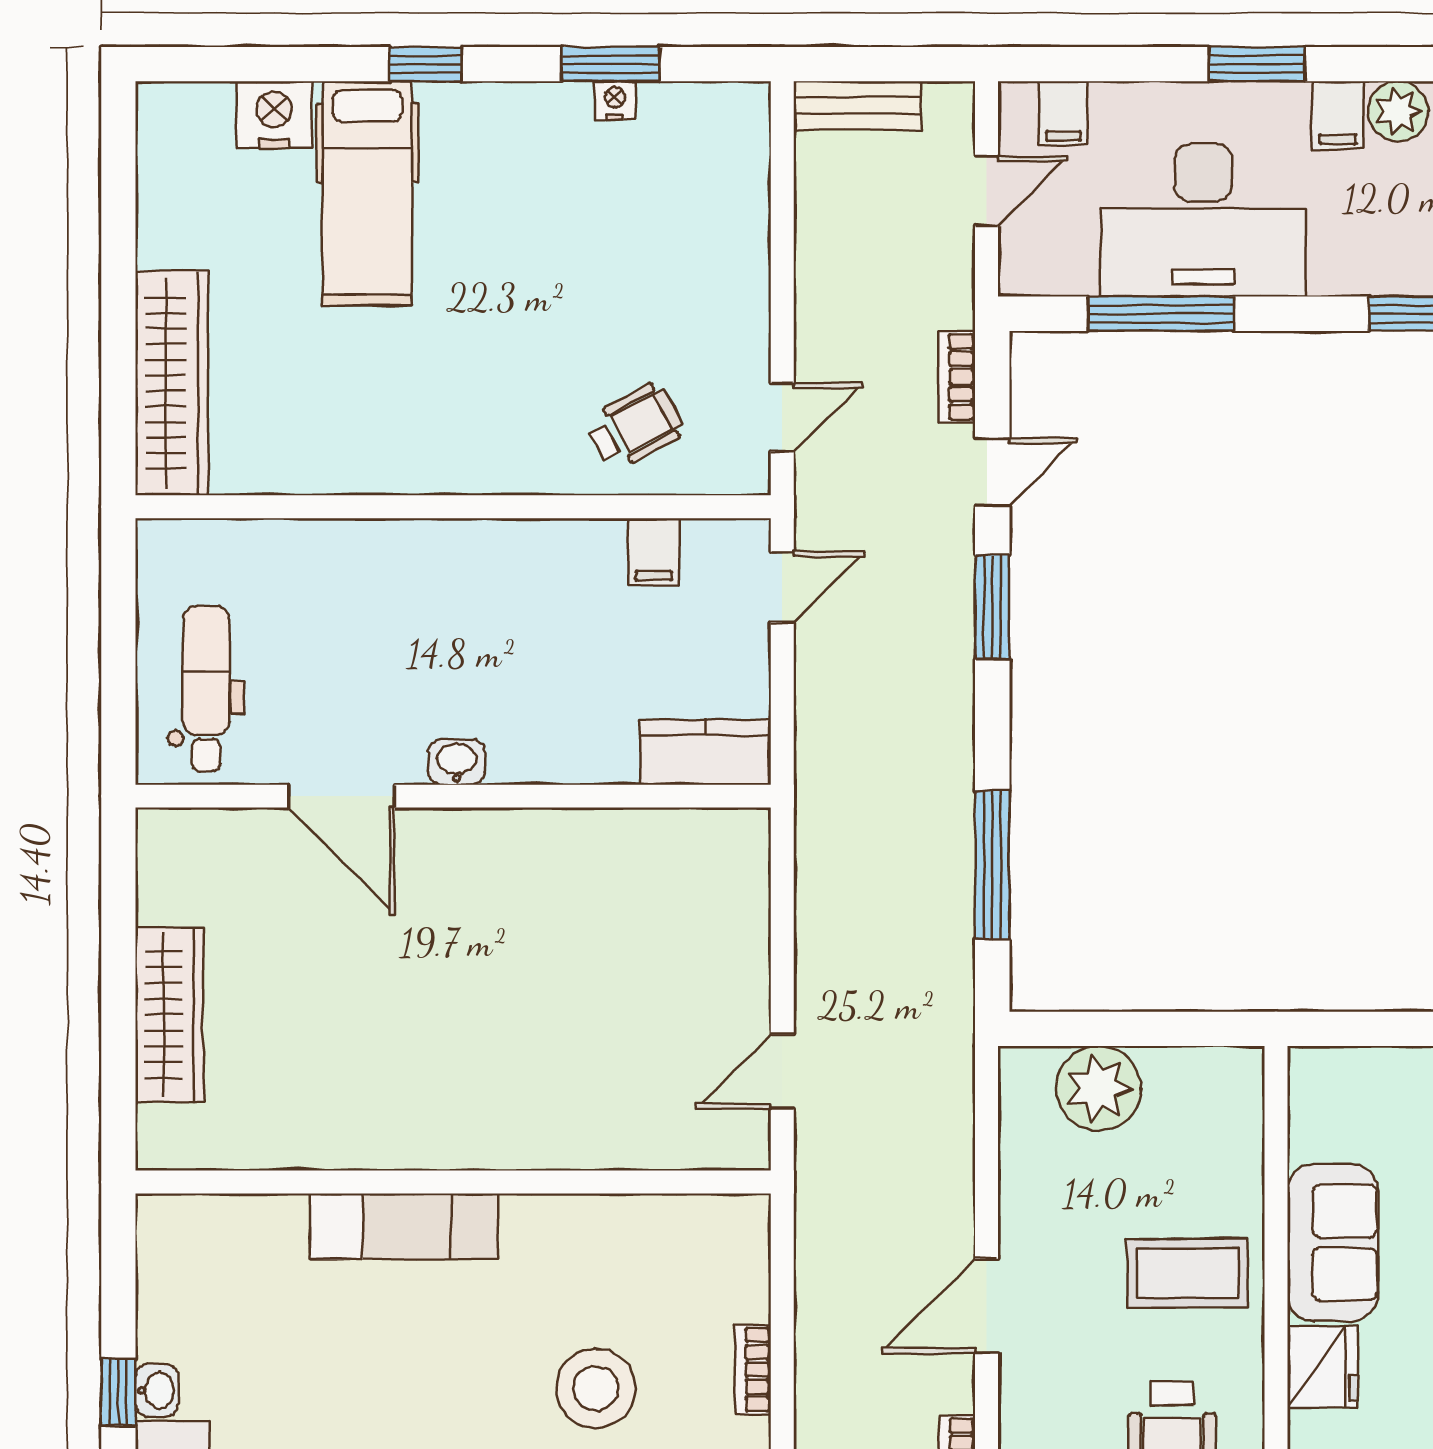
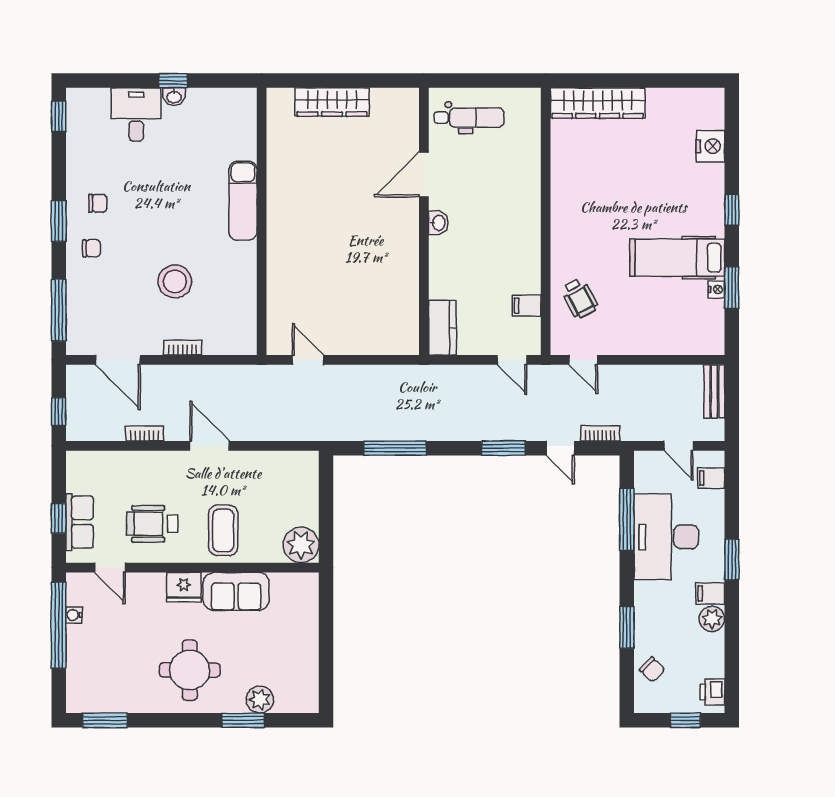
hospital bed: (367, 193) -> (677, 258), moved
plant: (1099, 1088) -> (301, 545), moved

